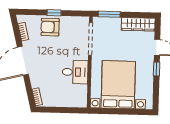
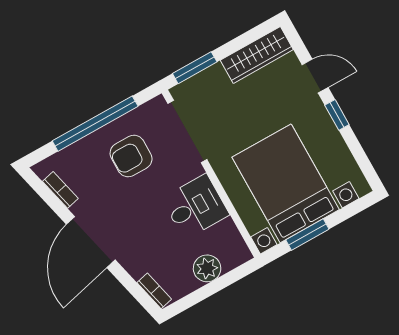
window: (54, 13) -> (95, 124), width x3.17
armchair: (50, 27) -> (131, 156), moved
plant: (65, 101) -> (207, 268), added
window: (115, 111) -> (307, 235), added

